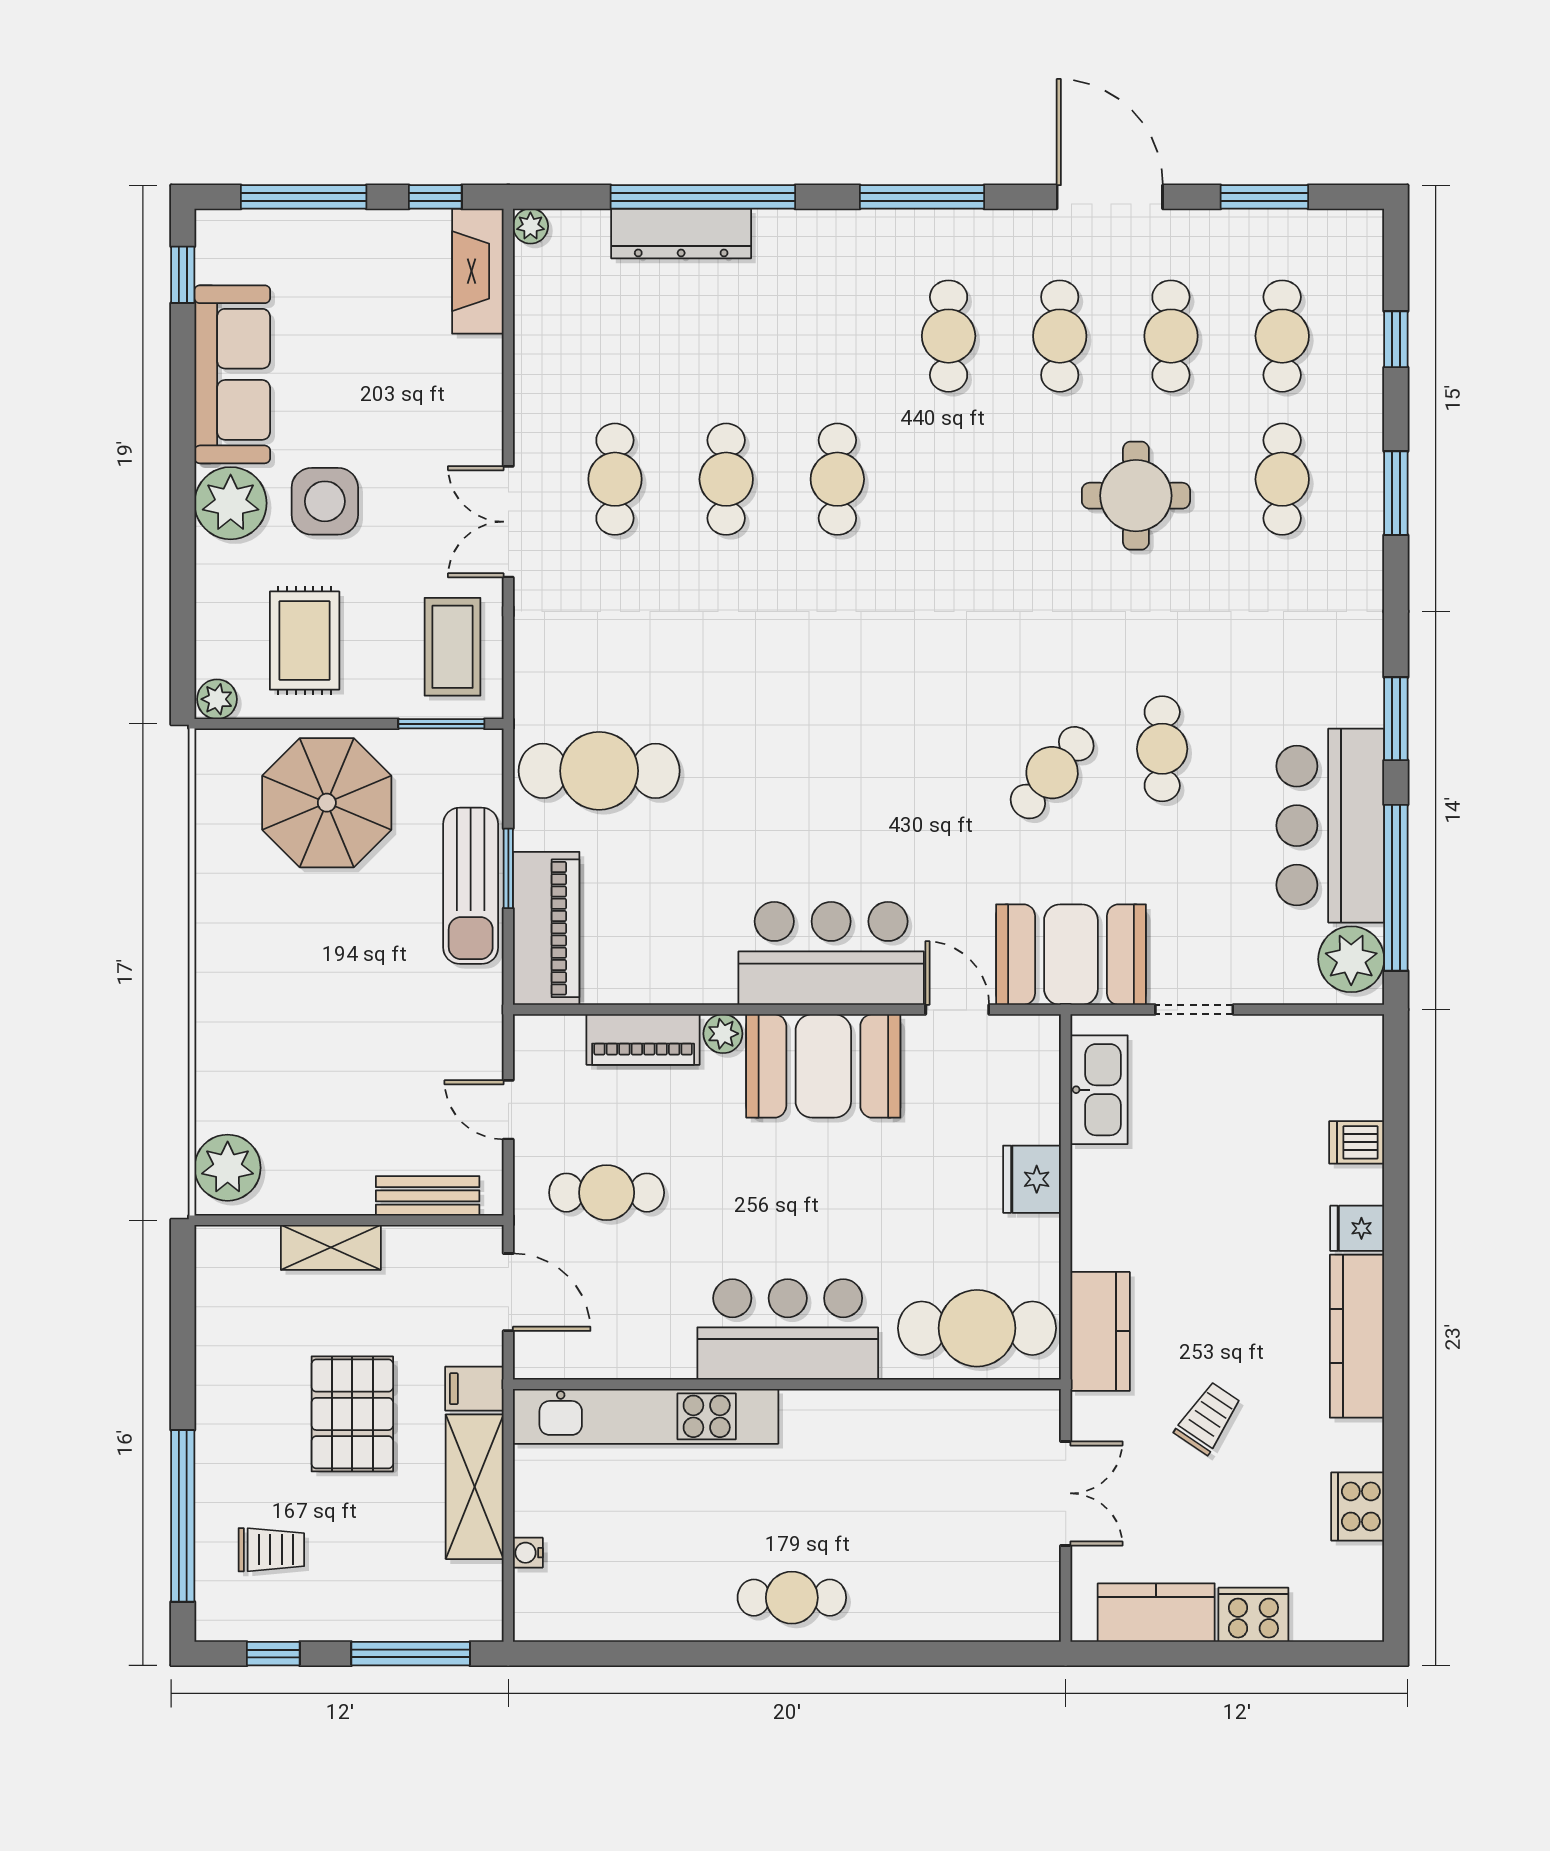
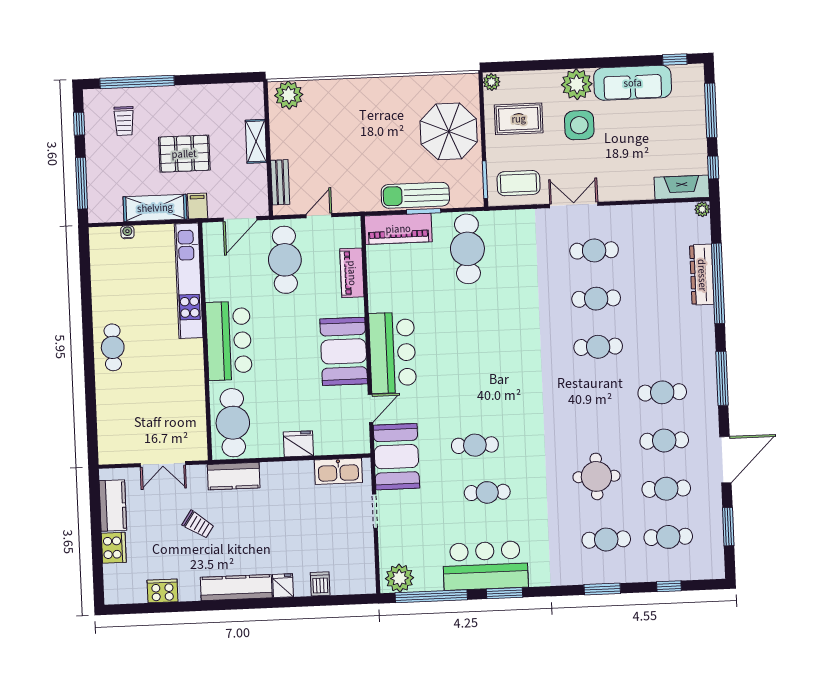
cafe table: (1052, 773) -> (475, 445), turned -40
bar counter: (1330, 826) -> (485, 565), moved
plant: (723, 1034) -> (356, 307), removed
cafe table: (607, 1193) -> (285, 260), width x1.37, depth x1.35

